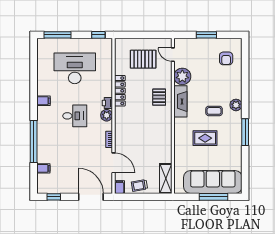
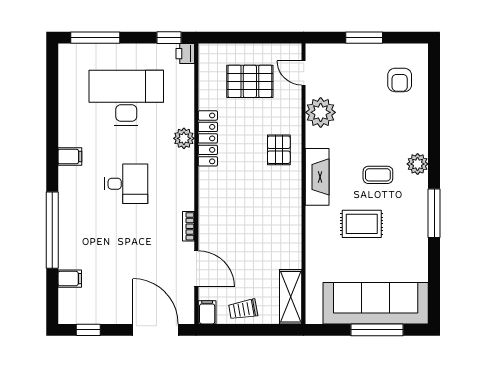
fireplace: (180, 101) -> (317, 177), moved
printer: (107, 103) -> (185, 54), moved
plant: (107, 115) -> (184, 138), moved

